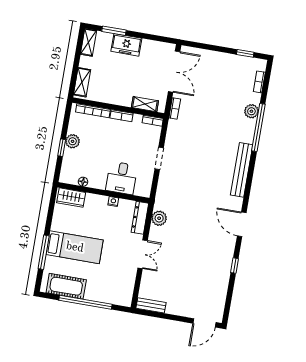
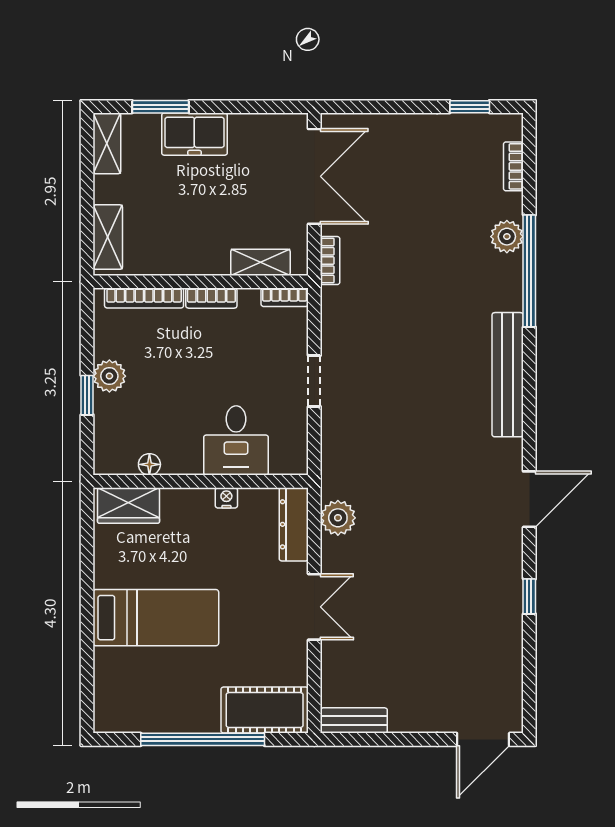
door: (242, 224) -> (529, 499), swing flipped
window: (44, 252) -> (87, 641), removed
cot: (66, 286) -> (265, 710), moved

